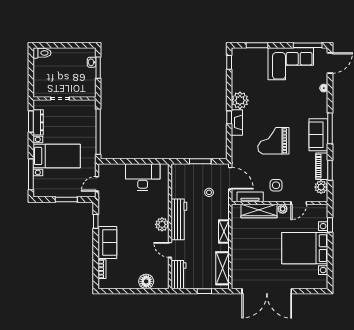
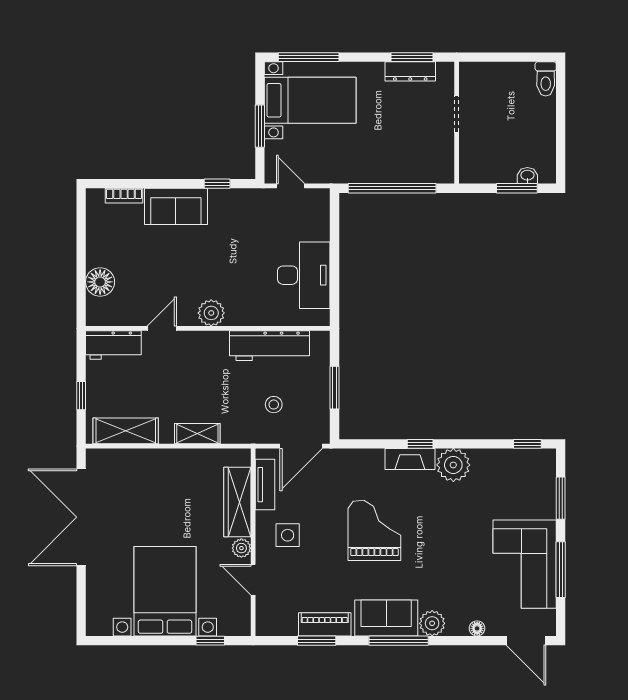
window: (308, 45) -> (561, 570), moved
bed with nightstands: (57, 156) -> (310, 100), moved, turned -90
plant: (321, 187) -> (432, 623), moved
workbench: (179, 219) -> (270, 346), moved

